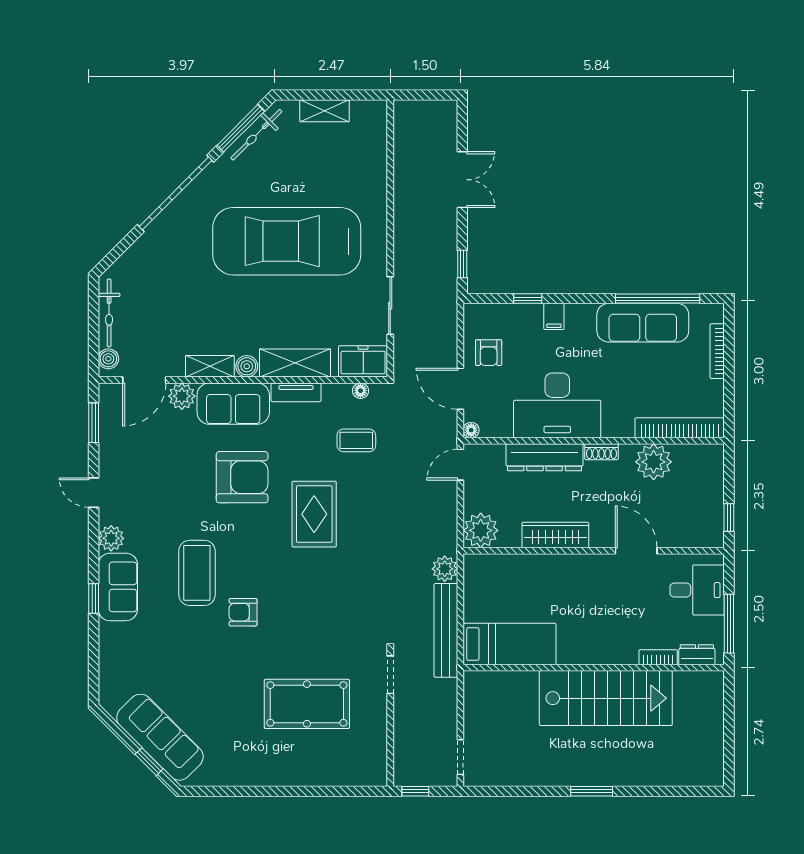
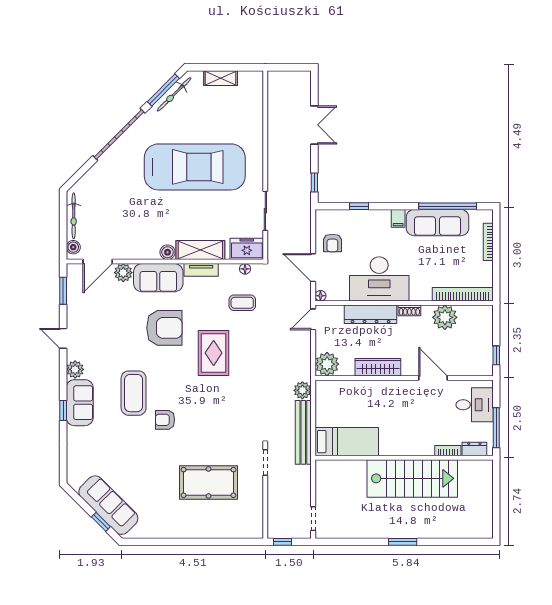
car: (287, 241) -> (195, 167), turned 180
filing cabinet: (554, 316) -> (398, 218), moved
shelving: (210, 366) -> (142, 252), removed

